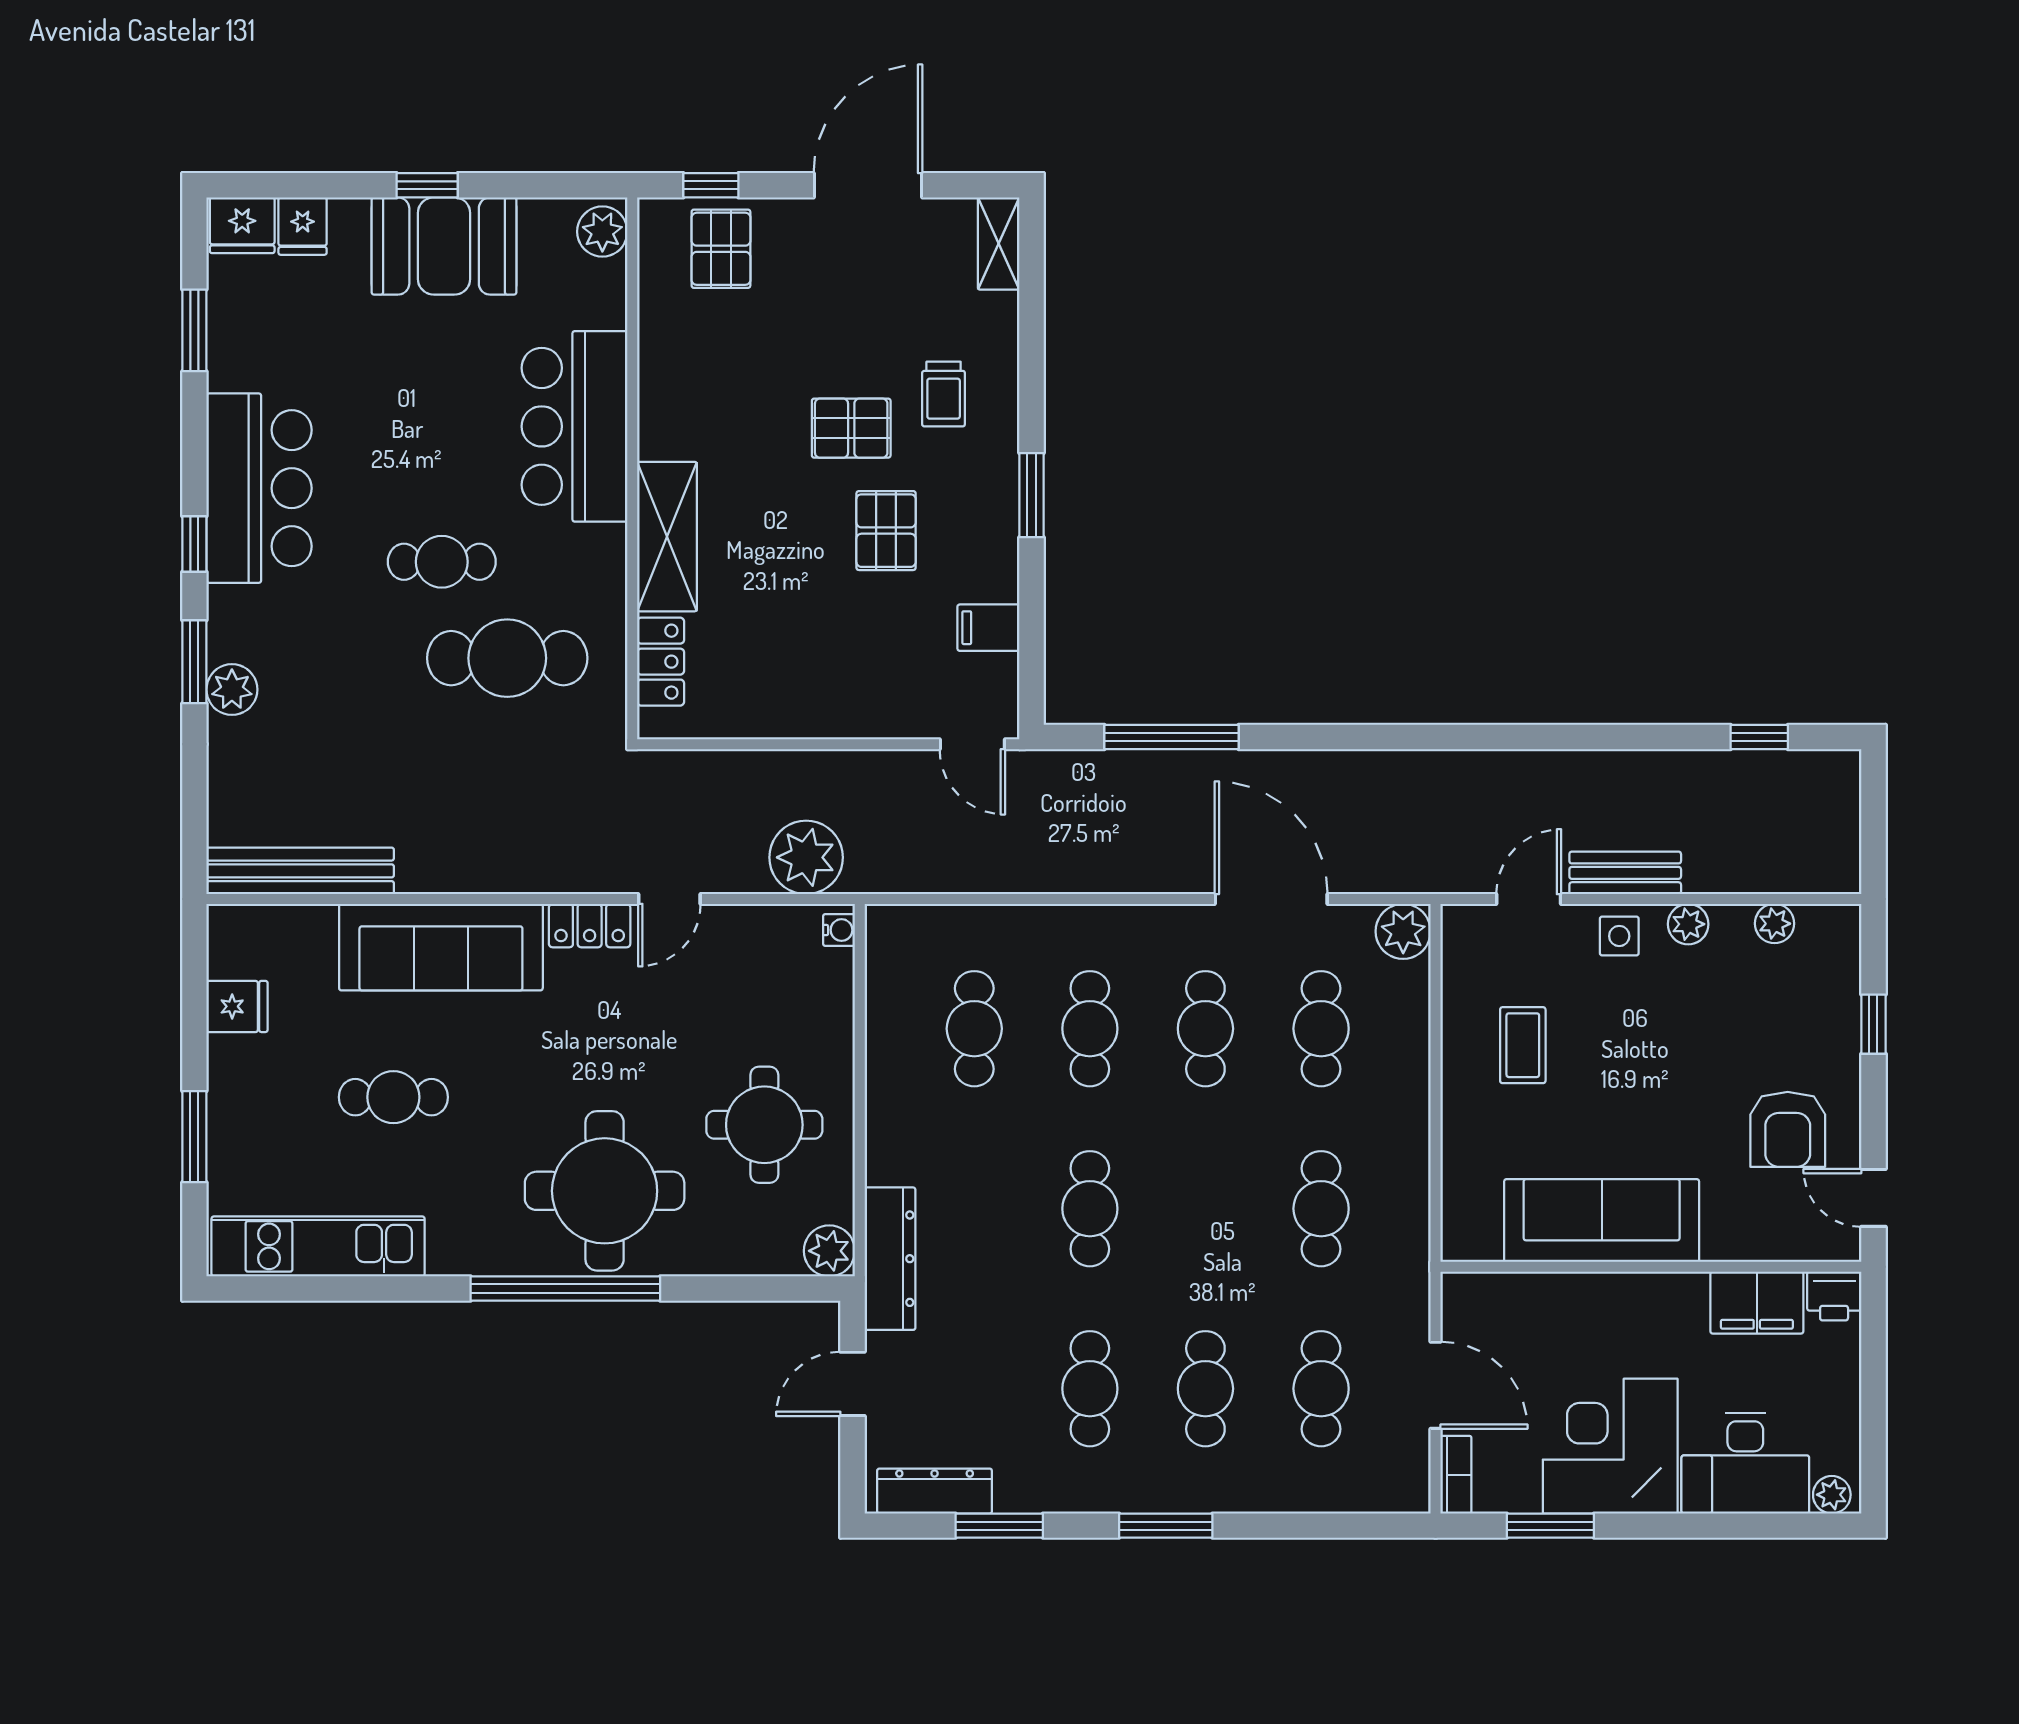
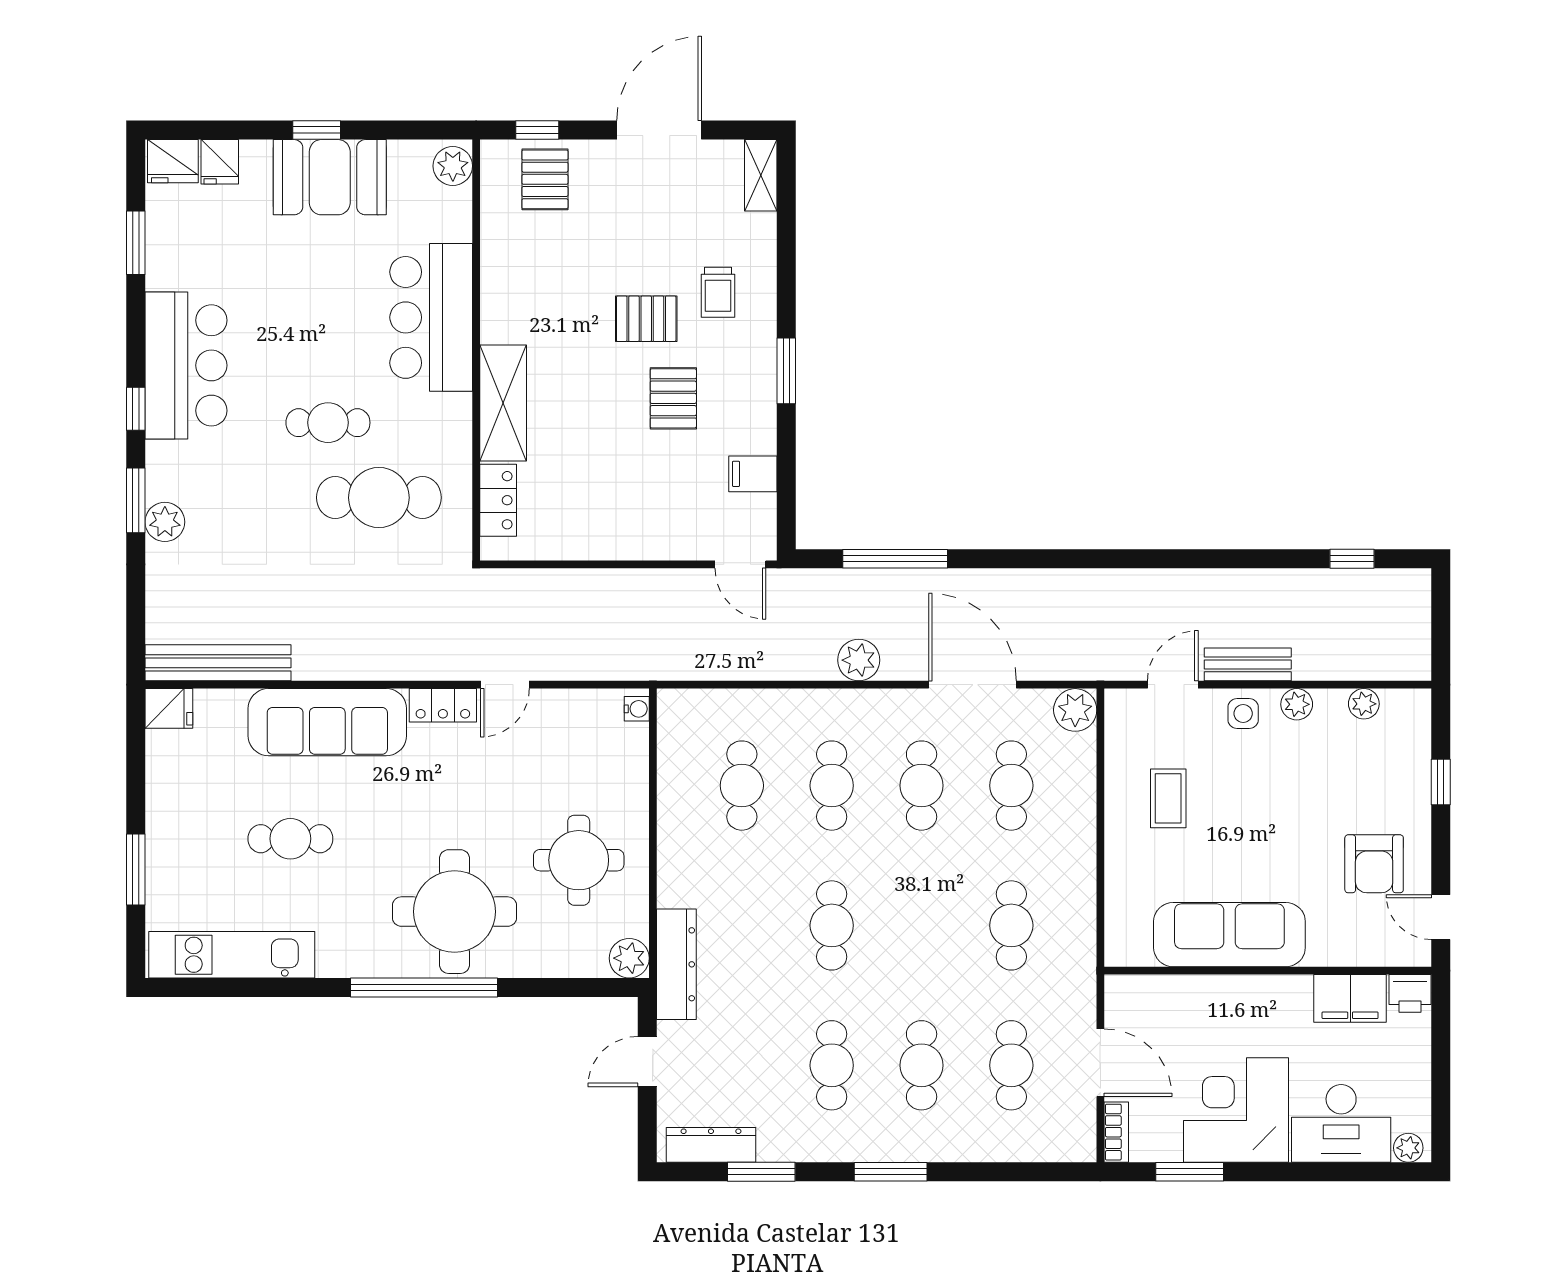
plant: (806, 857) -> (859, 660), moved, width x0.73, depth x0.73
fridge: (237, 1006) -> (169, 708), moved

